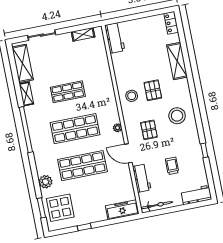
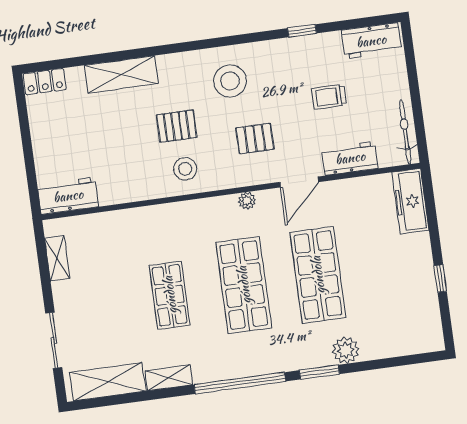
workbench: (196, 195) -> (371, 41), moved, turned -90
window: (41, 208) -> (319, 372), moved
display table: (60, 208) -> (399, 324), removed

